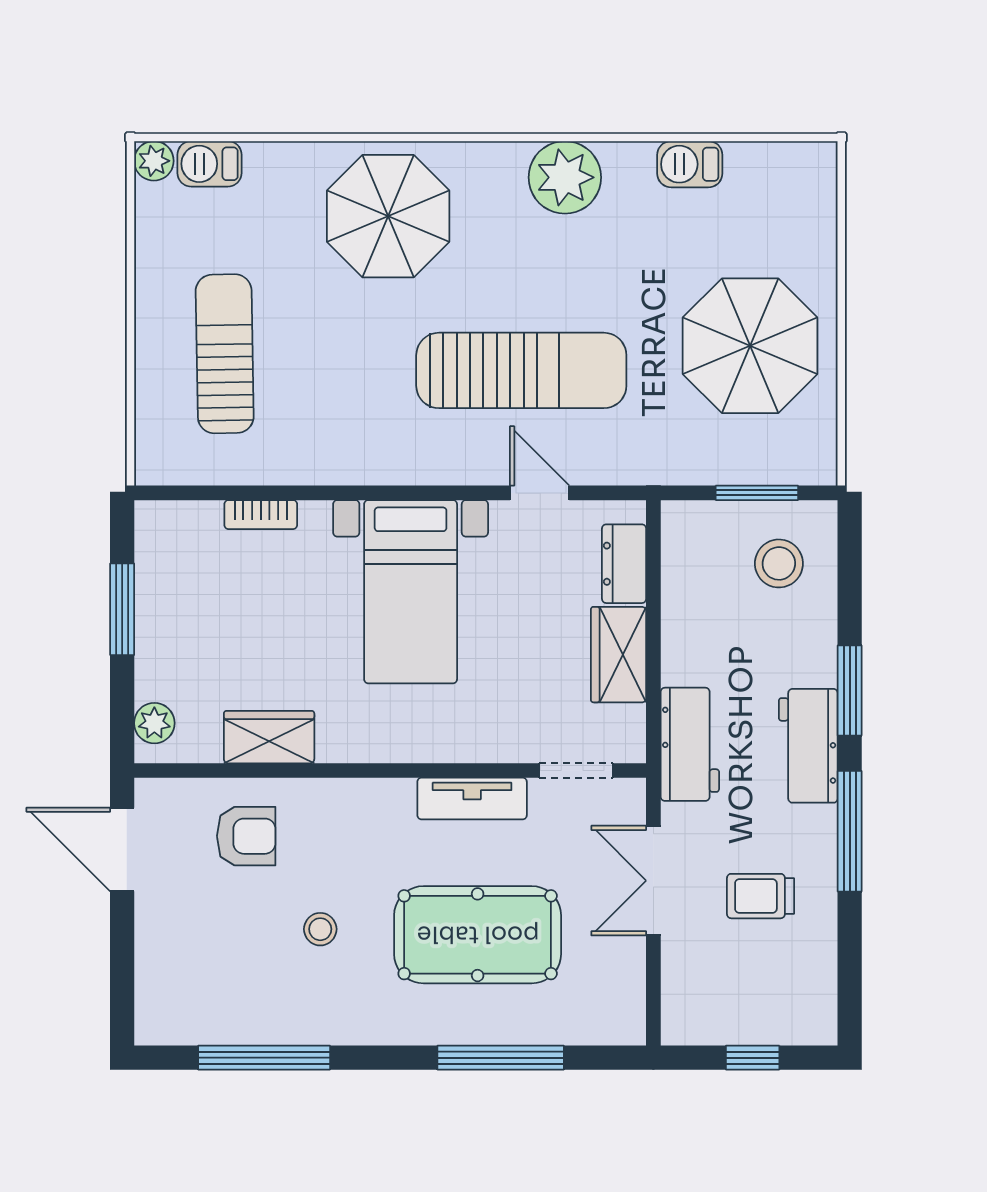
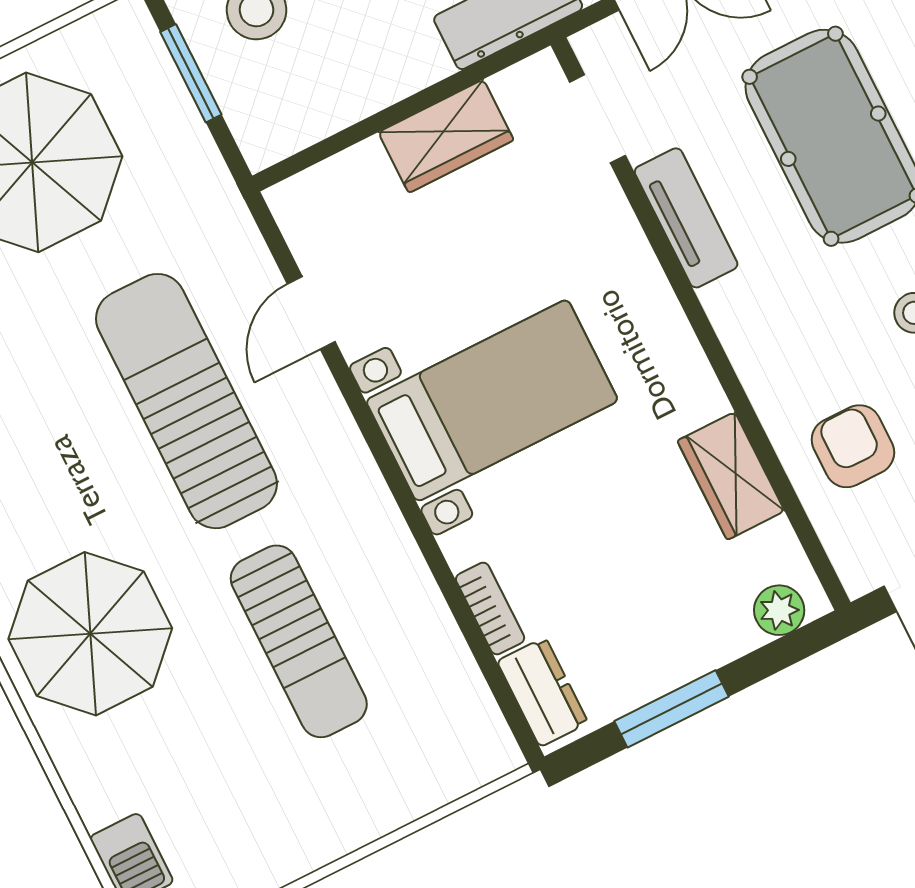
sun lounger: (225, 354) -> (299, 641), moved, turned -89
dresser: (624, 564) -> (543, 692), moved, turned -90

